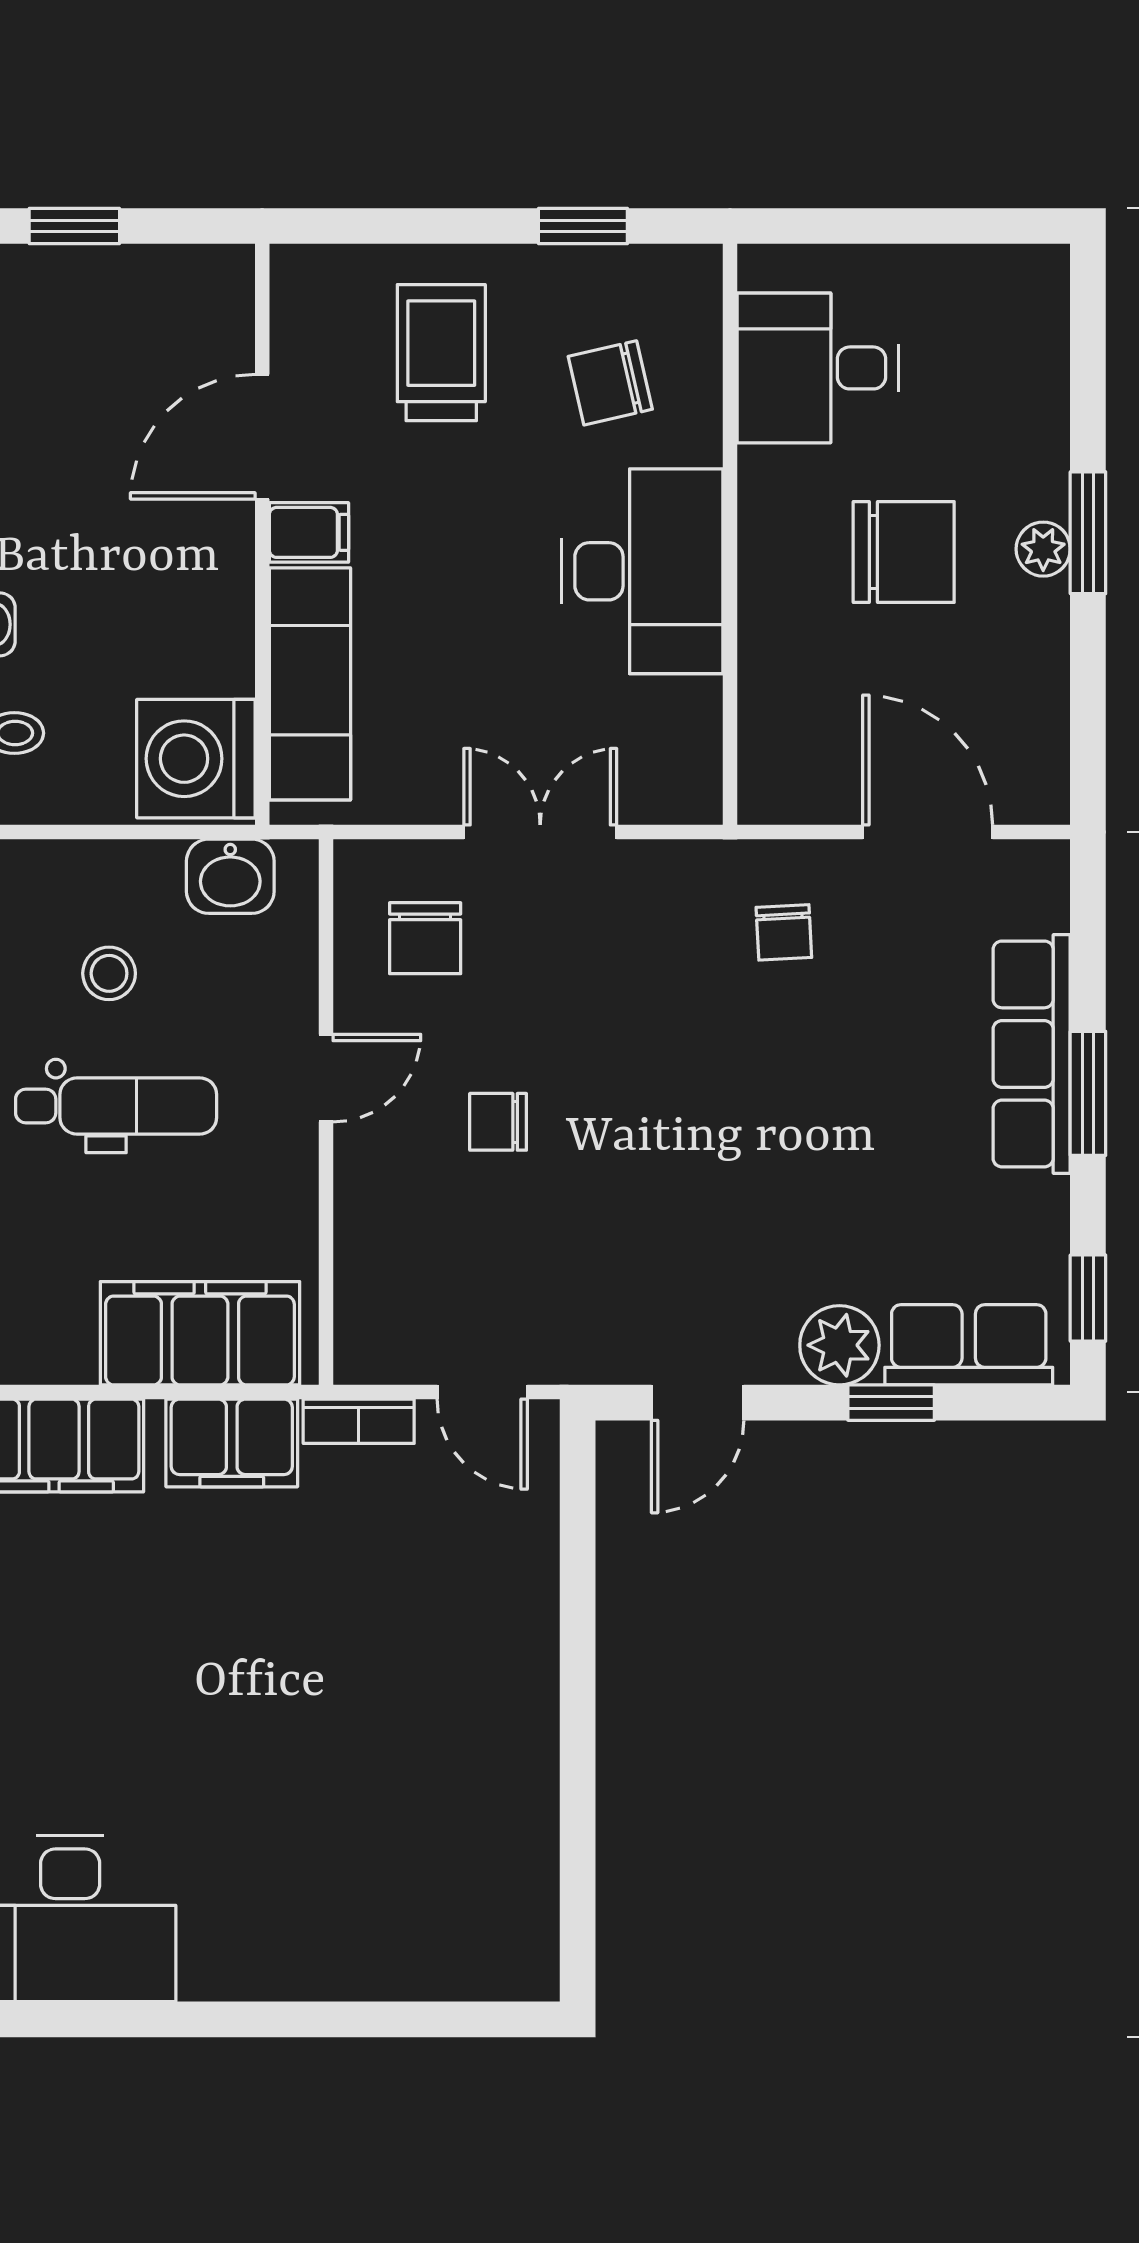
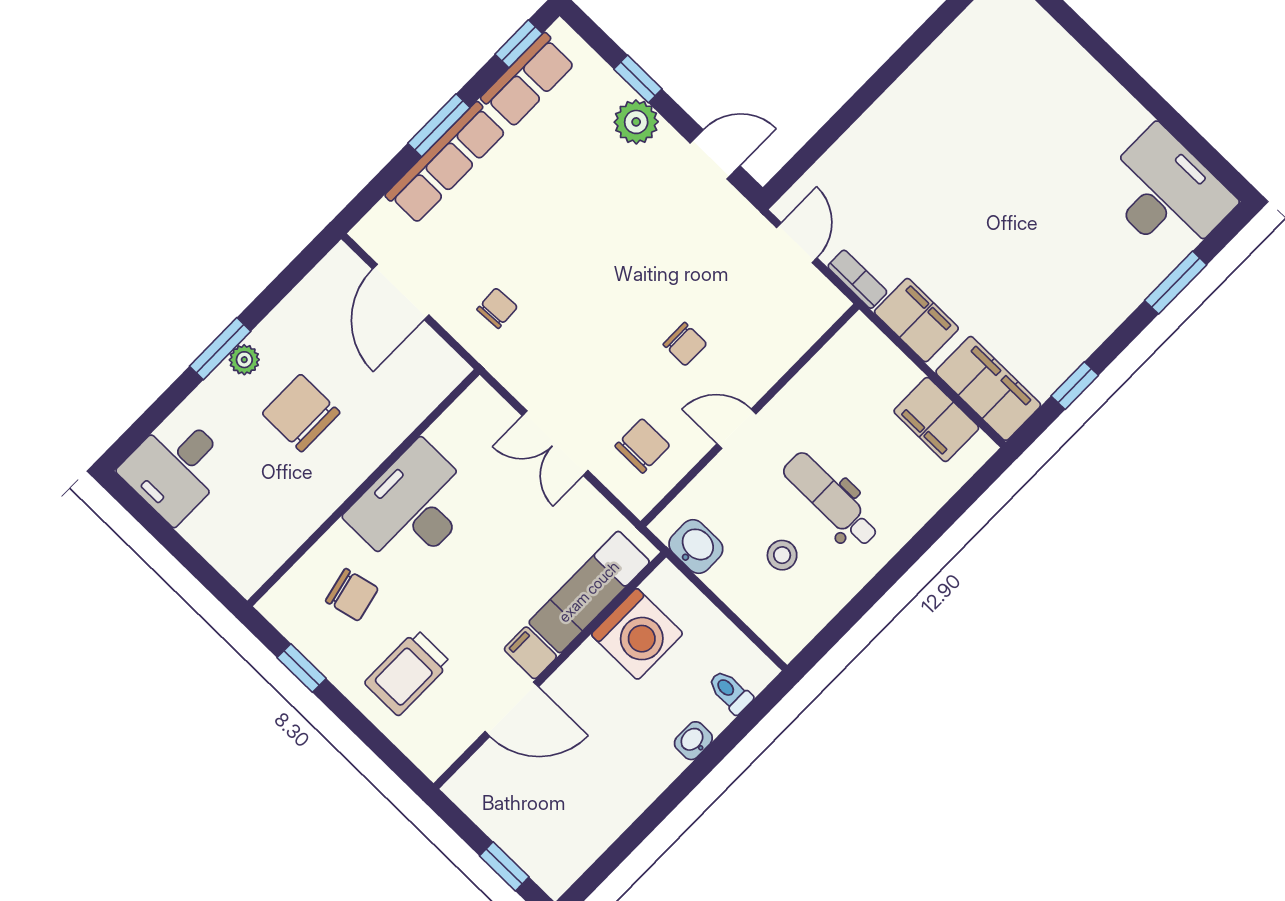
desk: (818, 368) -> (176, 468), moved, turned 90
washing machine: (196, 759) -> (637, 634), moved
filing cabinet: (200, 1333) -> (936, 419), moved, width x0.67, depth x0.86
row of seats: (969, 1345) -> (528, 80), moved, turned -90

